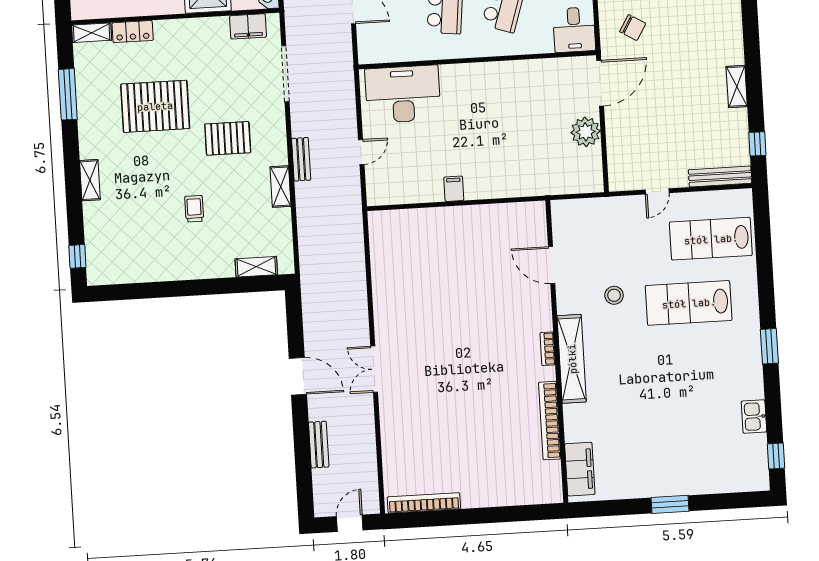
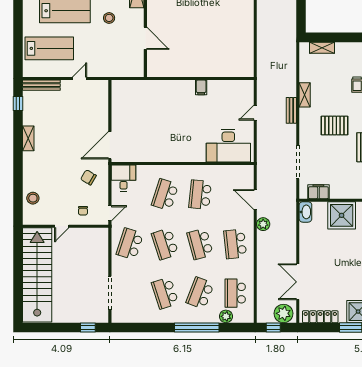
plant: (586, 132) -> (120, 117), removed

